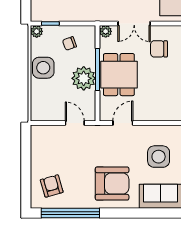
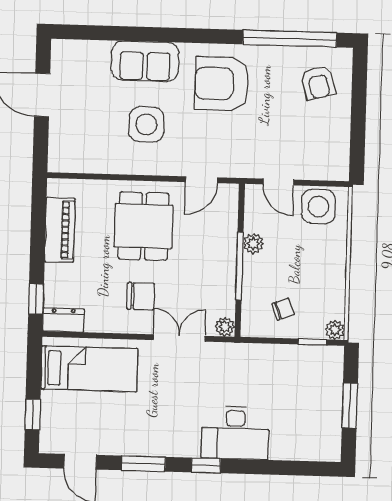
side table: (43, 68) -> (318, 206), moved
dining table: (119, 75) -> (143, 226), moved
plant: (84, 78) -> (253, 244), width x0.53, depth x0.53

